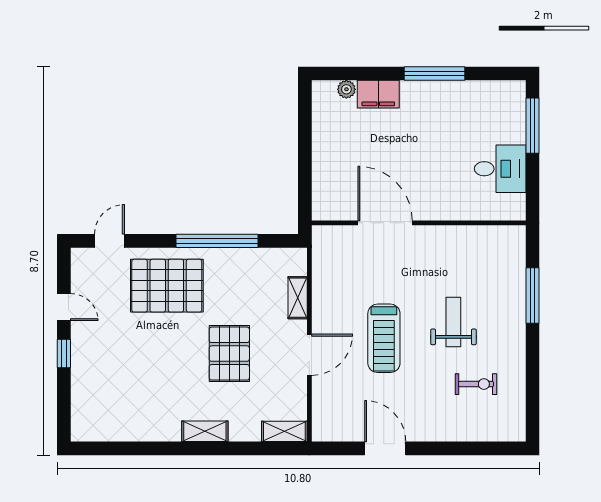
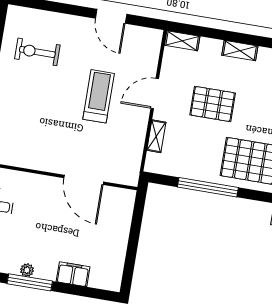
plant: (346, 89) -> (27, 270), moved
weight bench: (453, 322) -> (46, 100), removed
pallet: (229, 354) -> (213, 104), turned 90
exercise bike: (476, 384) -> (37, 52), width x1.38, depth x1.39

